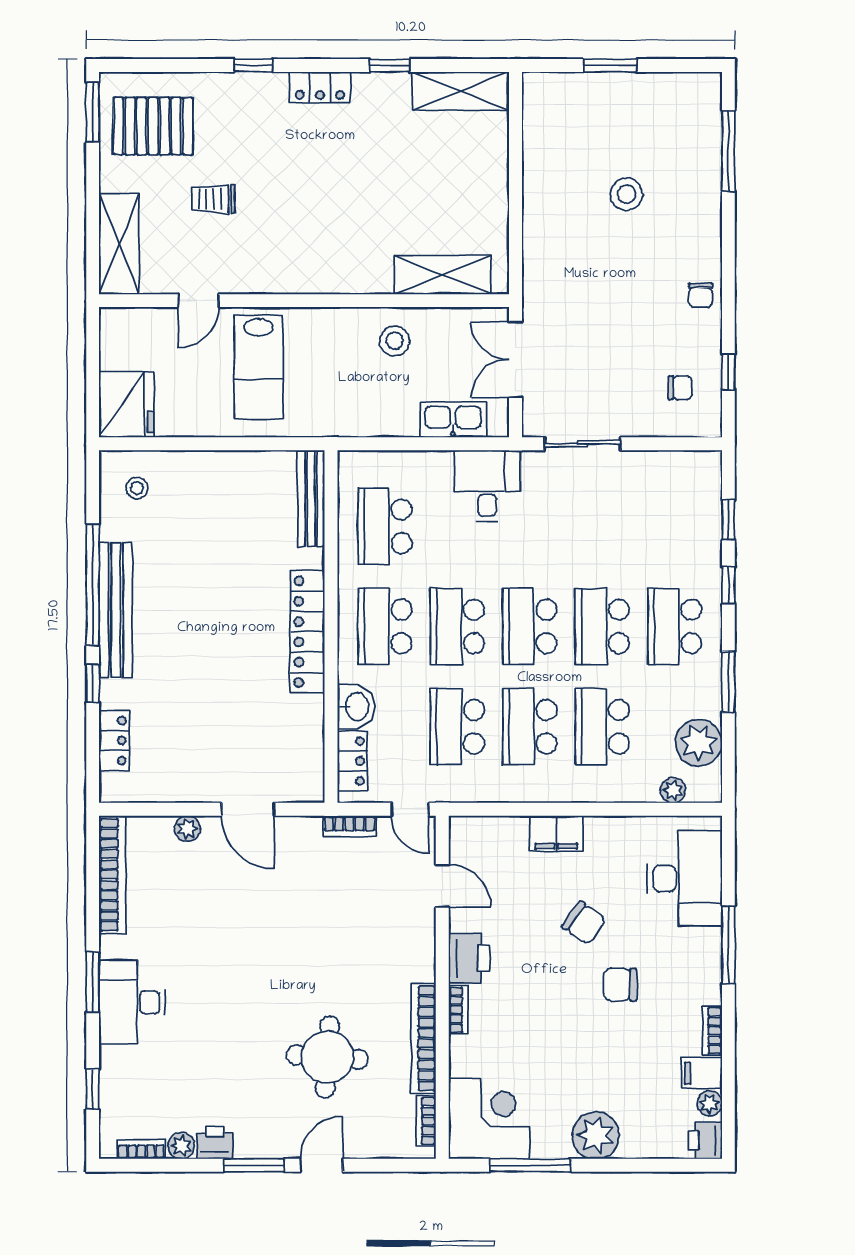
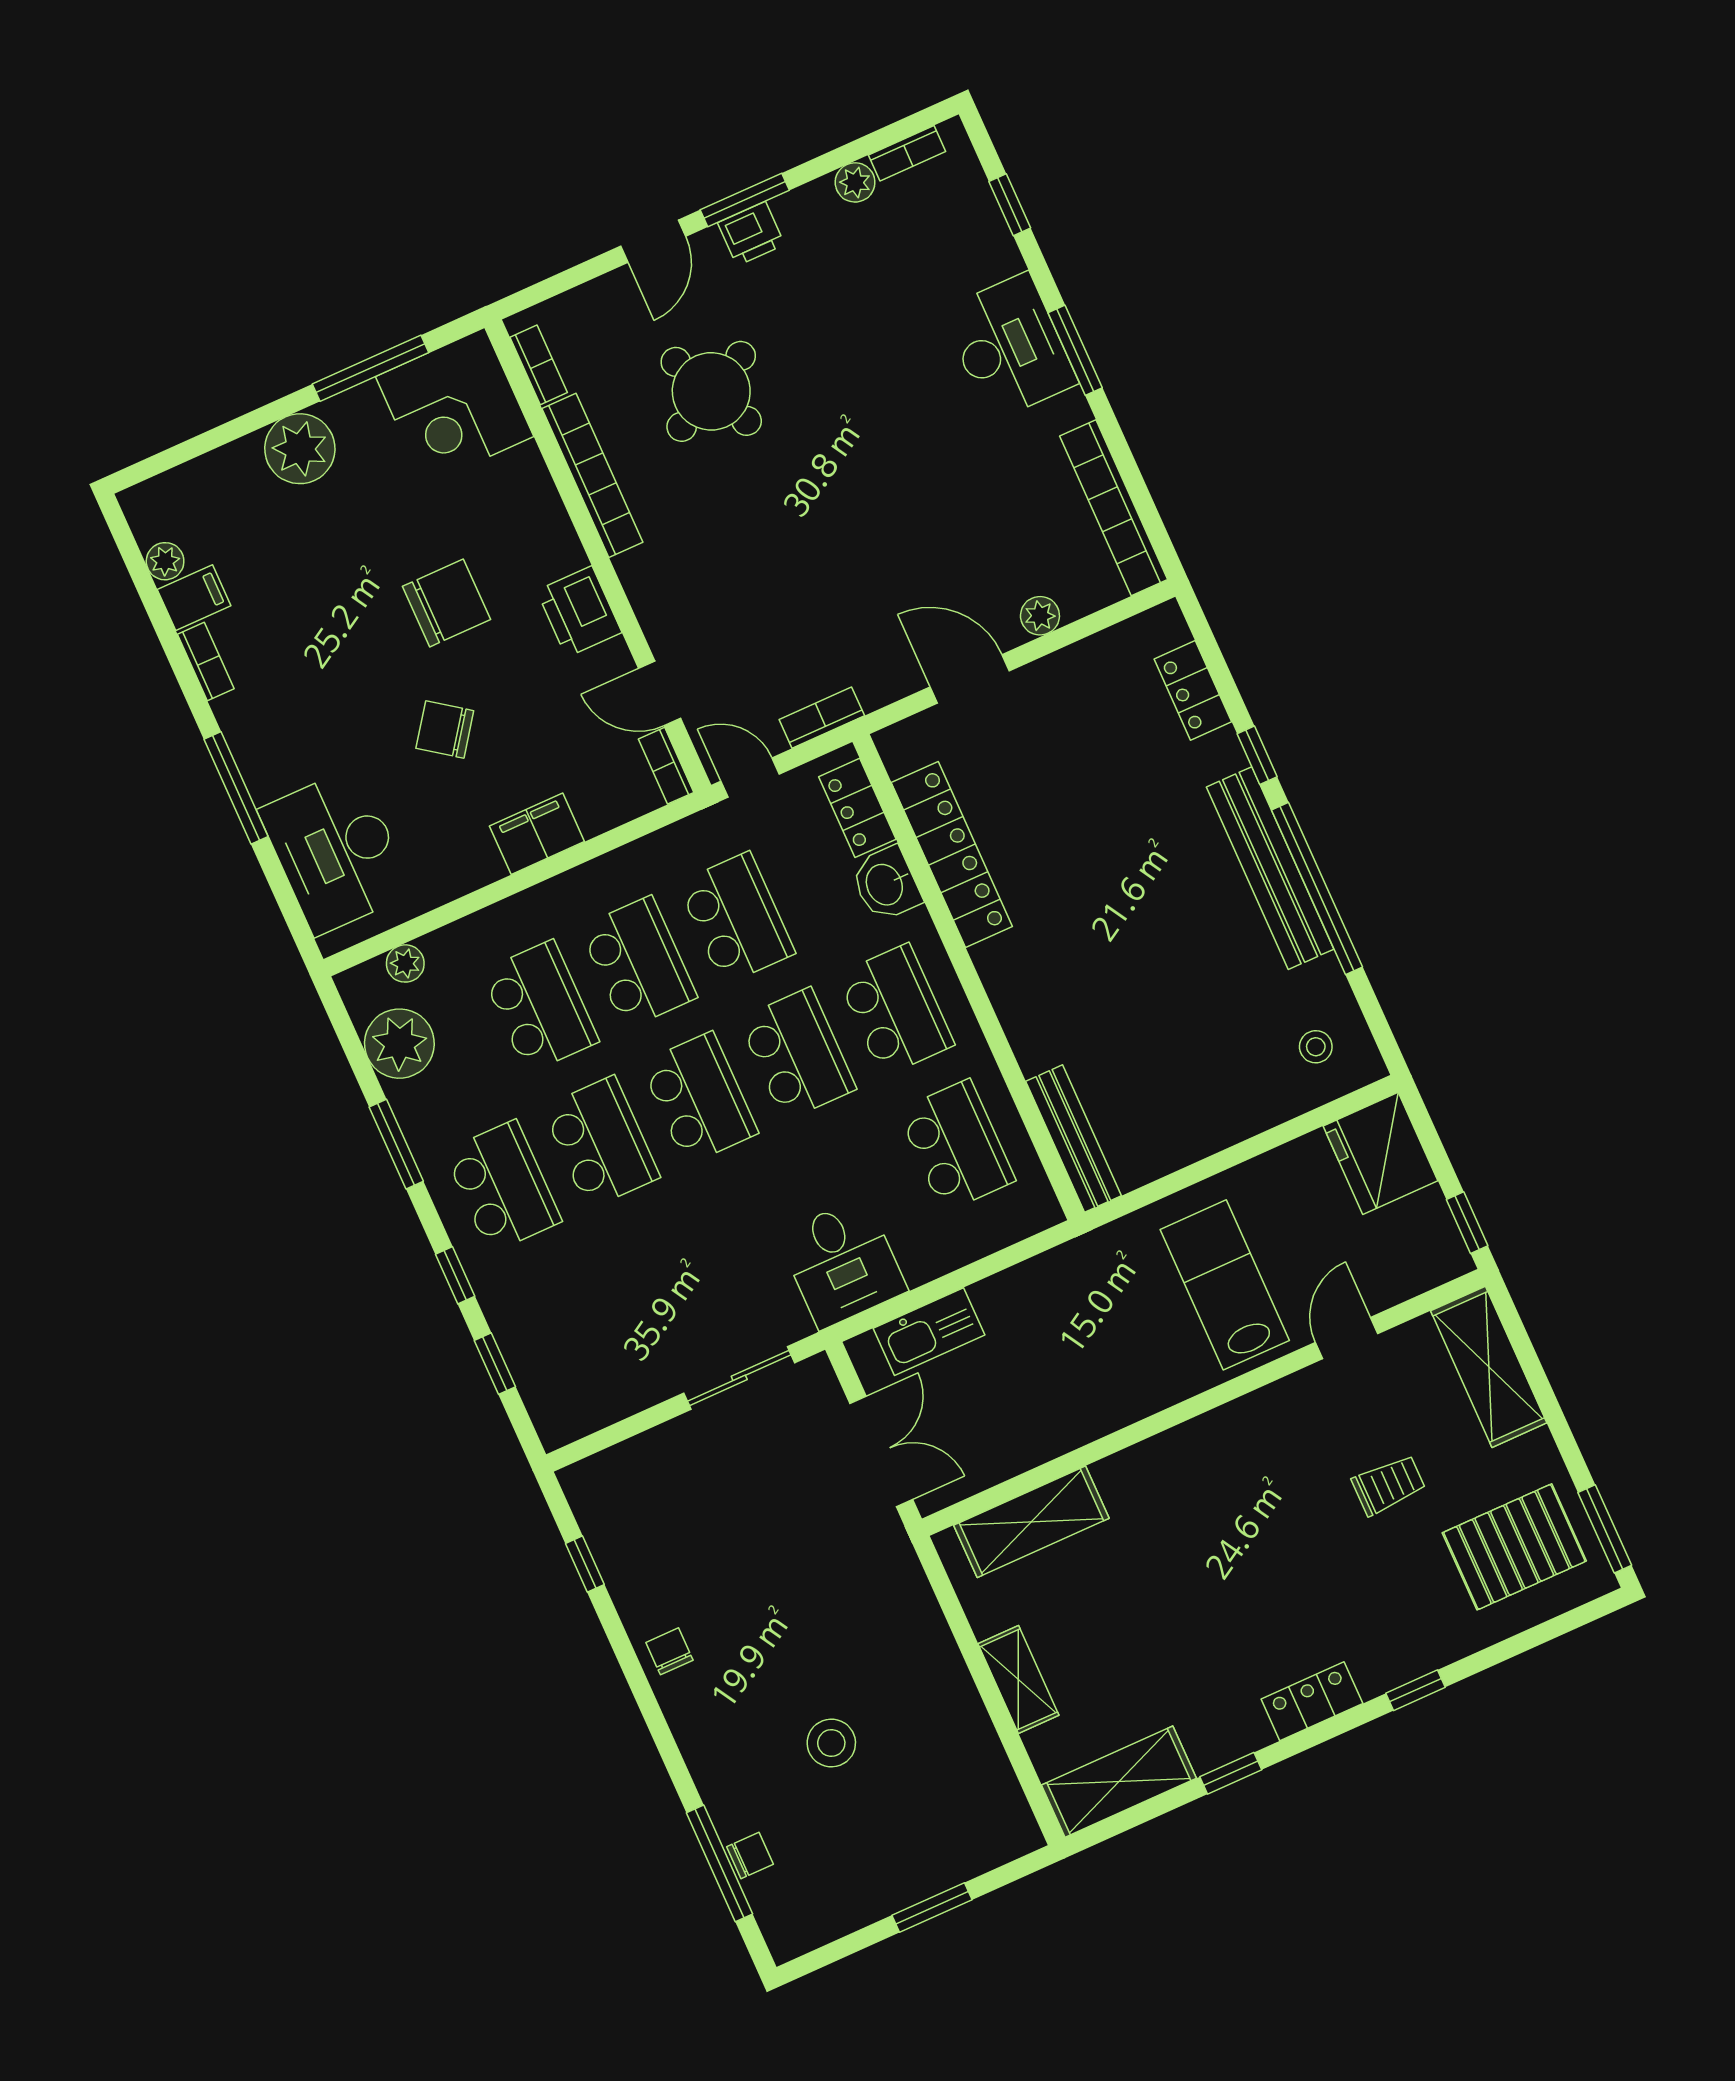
shelving: (494, 182) -> (1018, 1679), added
window: (93, 338) -> (1467, 1223), added
stool: (395, 341) -> (1056, 1403), removed
chair: (680, 388) -> (750, 1855), moved, turned 180
locker: (307, 632) -> (952, 855), moved
chair: (620, 985) -> (446, 603), moved, width x1.37, depth x1.37
bookcase: (458, 1010) -> (666, 766), moved
round table: (327, 1057) -> (711, 391), turned -30
printer: (705, 1141) -> (148, 509), removed
printer: (215, 1143) -> (751, 234), moved

